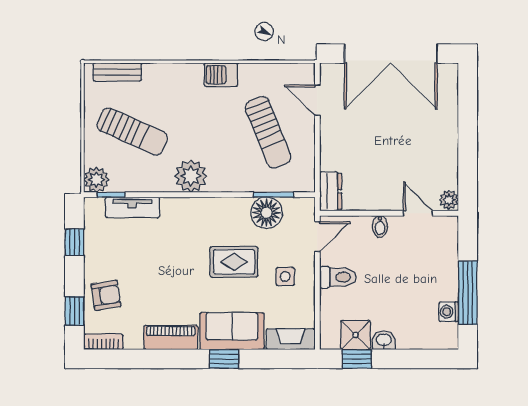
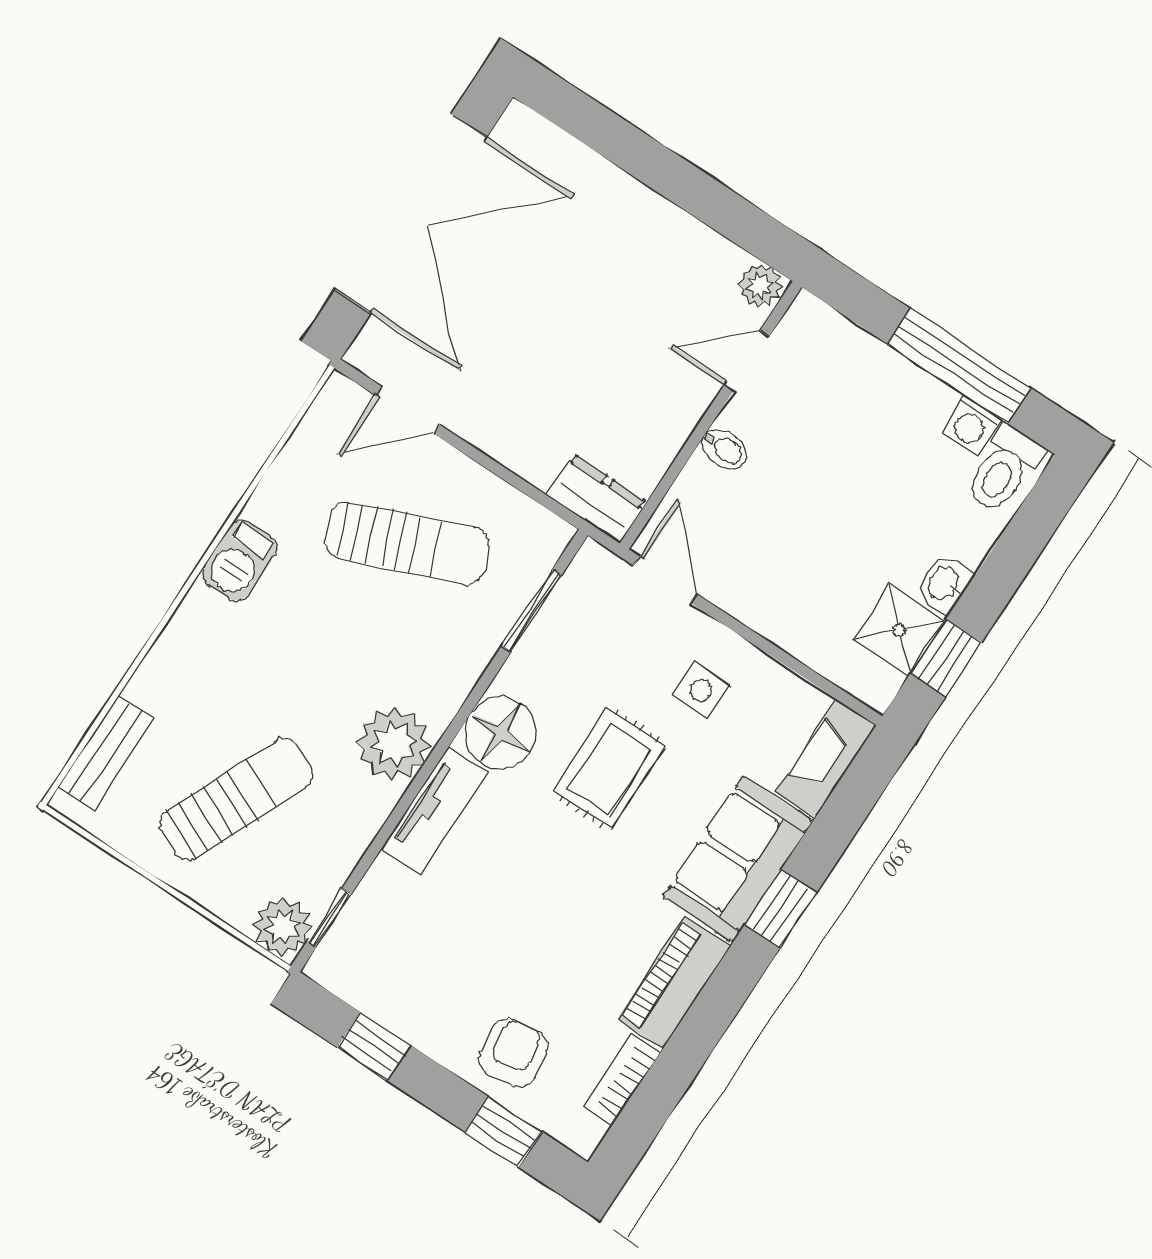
tv unit: (132, 207) -> (434, 811), moved
floor lamp: (267, 213) -> (500, 733), moved
toilet: (338, 277) -> (1003, 470), moved, turned 180
bookcase: (103, 342) -> (621, 1080), moved

